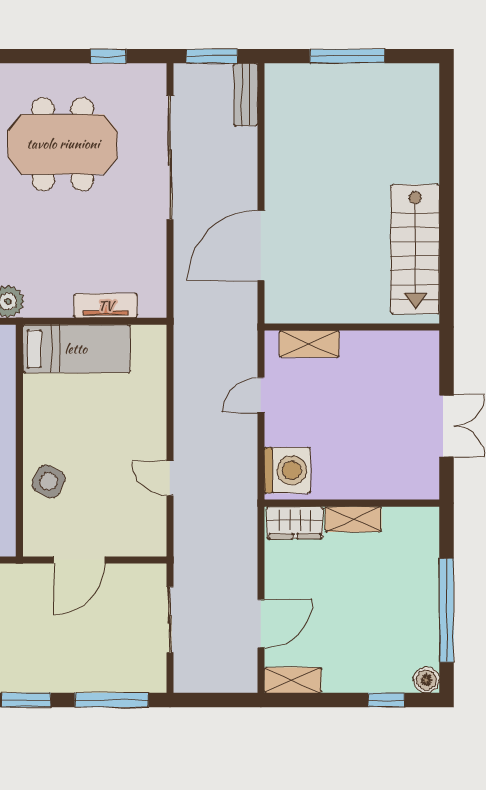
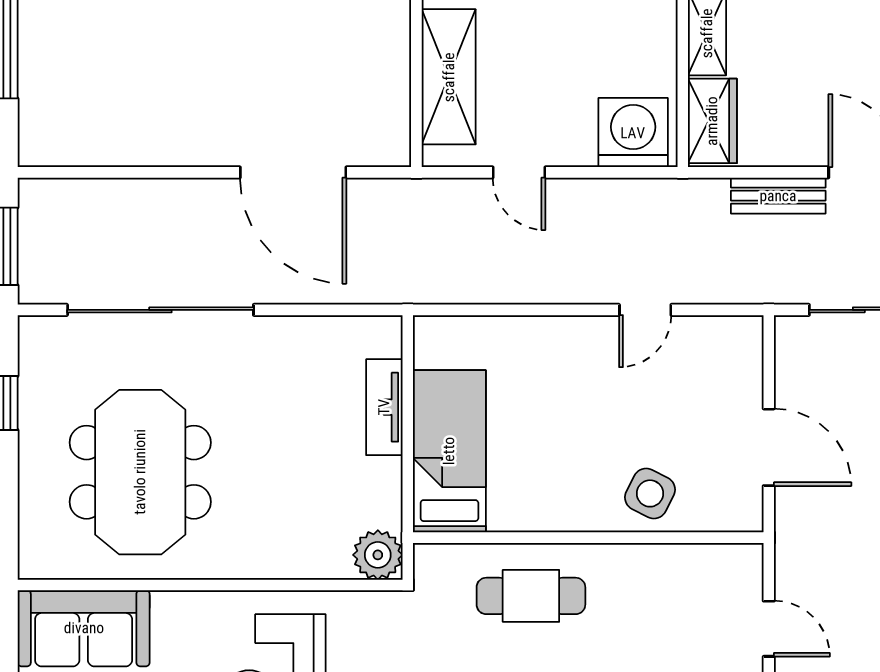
bench: (246, 94) -> (778, 196), moved
shelving: (309, 344) -> (449, 77), width x1.50, depth x1.33

